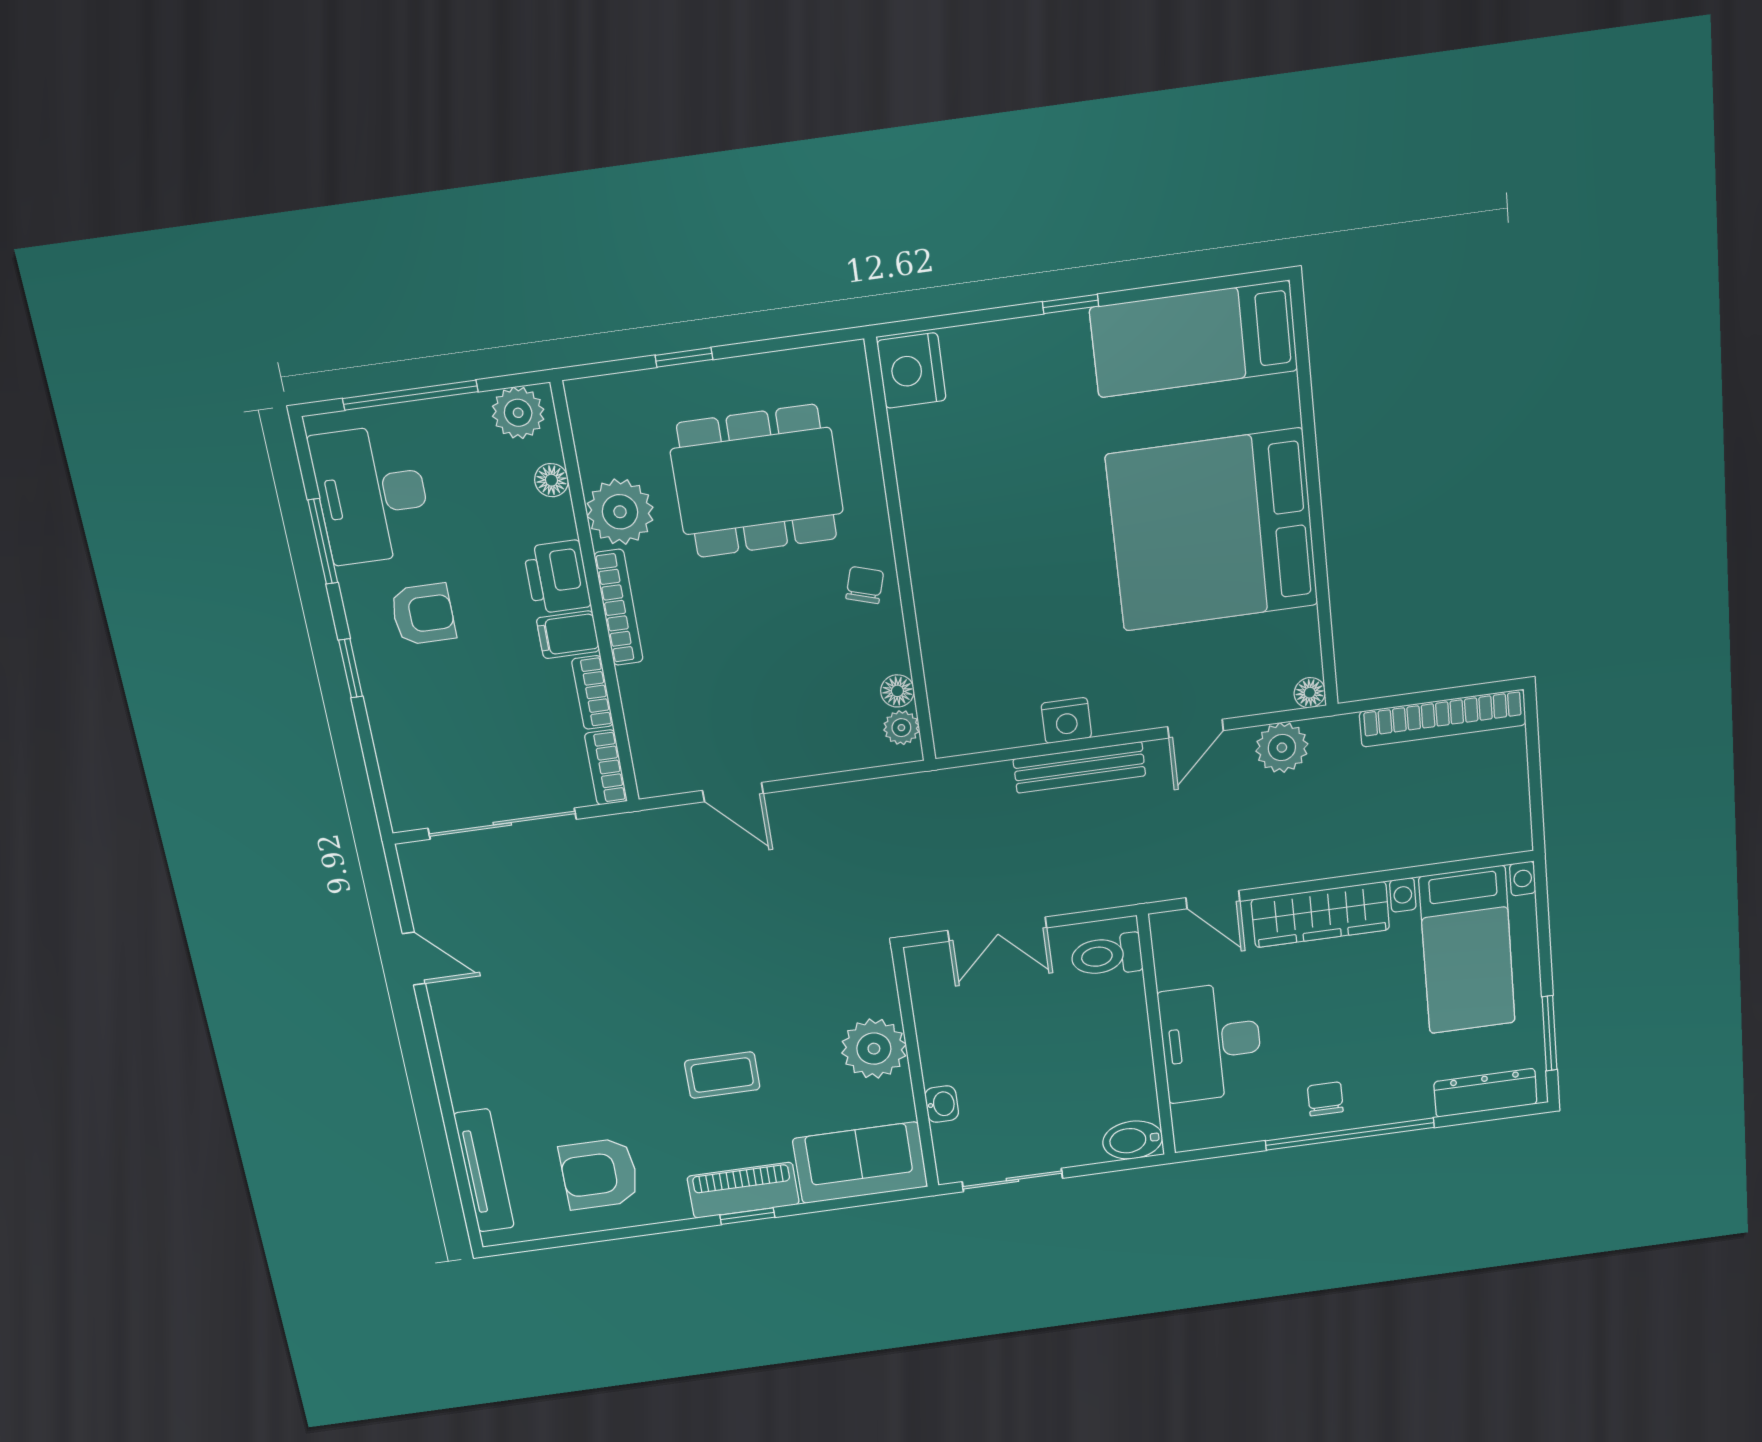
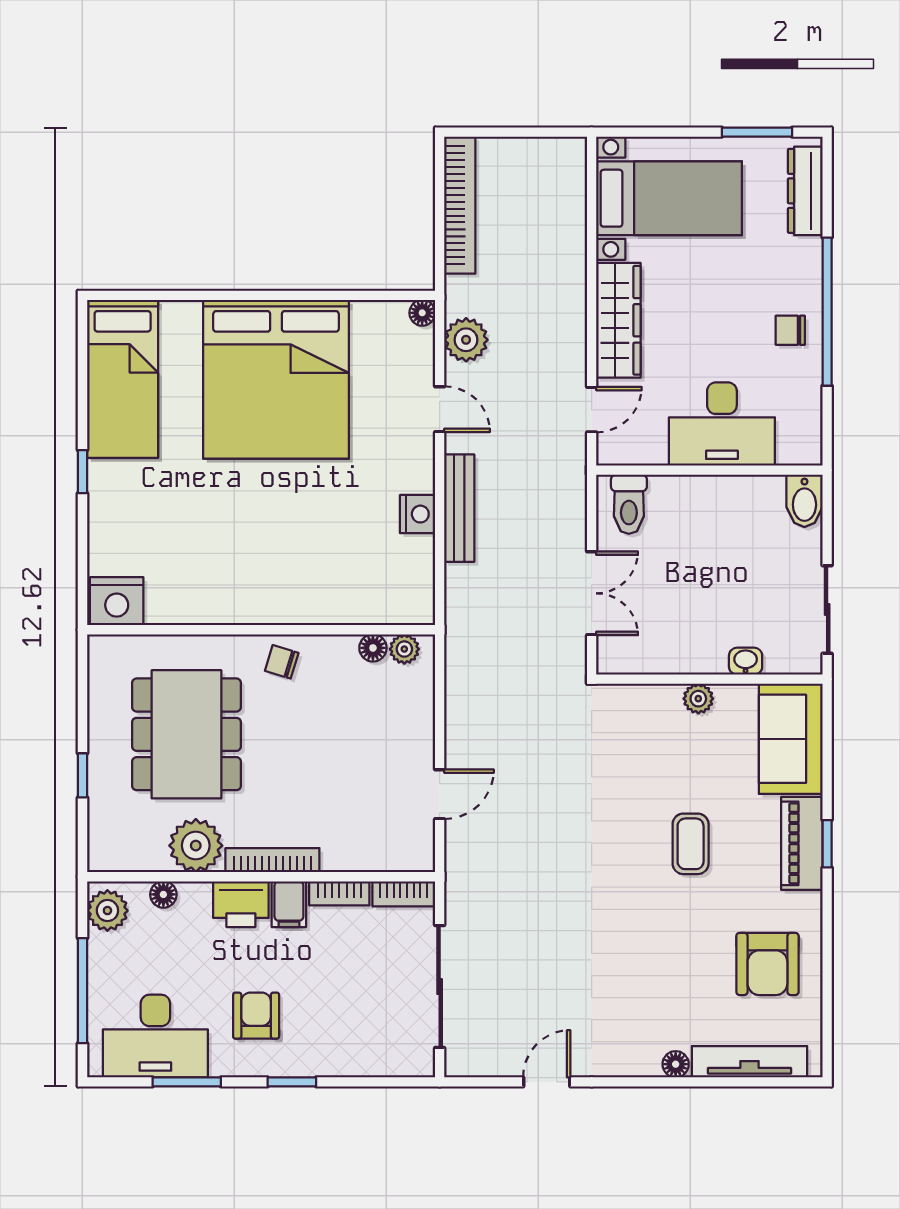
plant: (874, 1049) -> (698, 699), width x0.53, depth x0.53
floor lamp: (465, 1094) -> (676, 1064), added

